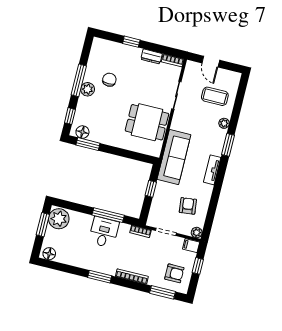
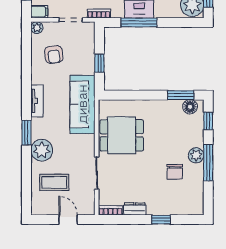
plant: (224, 123) -> (42, 150), width x1.88, depth x1.88

